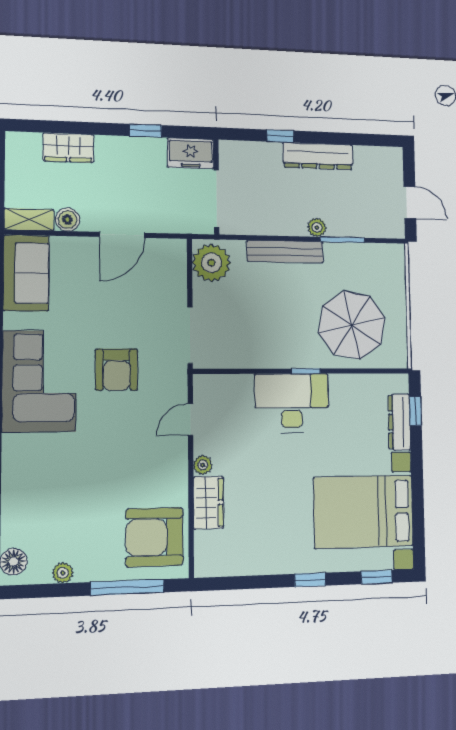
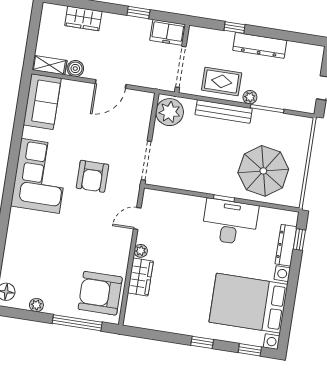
rug: (275, 211) -> (222, 81), added
desk: (292, 403) -> (230, 222), moved

